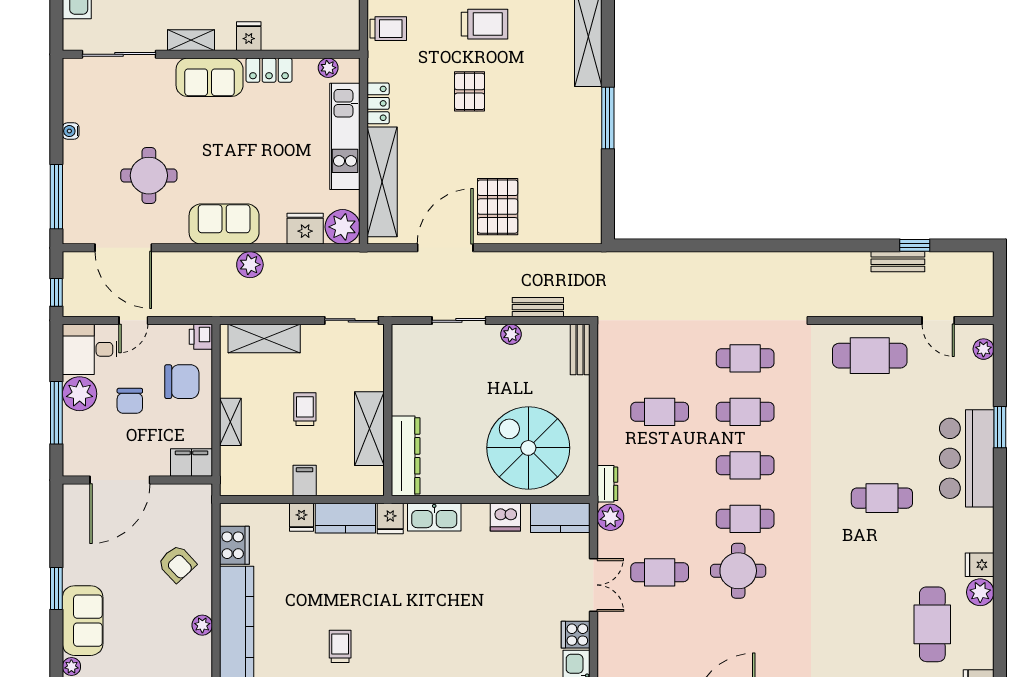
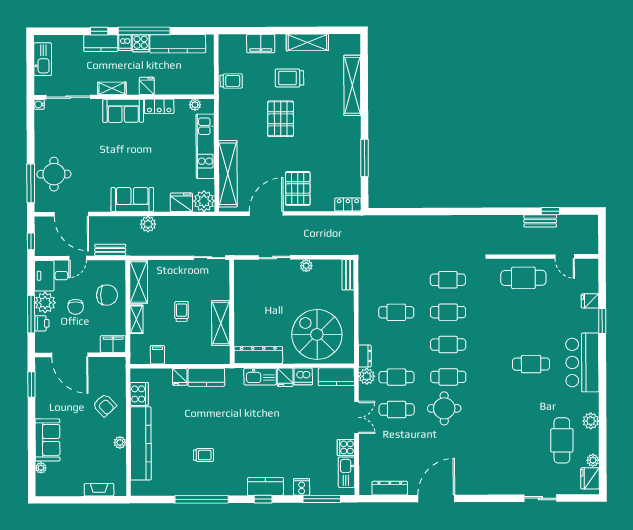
trolley: (484, 24) -> (289, 78), turned 180
pallet: (470, 91) -> (281, 119), width x1.50, depth x1.42
locker: (378, 103) -> (348, 204), moved, turned -90
window: (608, 118) -> (364, 158), moved
water cooler: (71, 131) -> (39, 104), moved
round table: (149, 176) -> (54, 174), moved
bench: (538, 307) -> (110, 250), moved
printer: (201, 337) -> (42, 323), moved, turned 180
shelving: (264, 338) -> (139, 282), moved, turned 90
plant: (983, 349) -> (593, 460), moved
dresser: (406, 456) -> (258, 355), moved, turned -90
bar counter: (967, 458) -> (582, 362), moved
door: (120, 480) -> (70, 355), hinge flipped
filing cabinet: (305, 480) -> (157, 355), moved
fridge: (390, 518) -> (285, 377), moved
cafe table: (660, 519) -> (396, 377), added
fridge: (980, 565) -> (590, 301), moved
window: (56, 588) -> (31, 384), moved
trolley: (340, 646) -> (203, 455), turned 90

